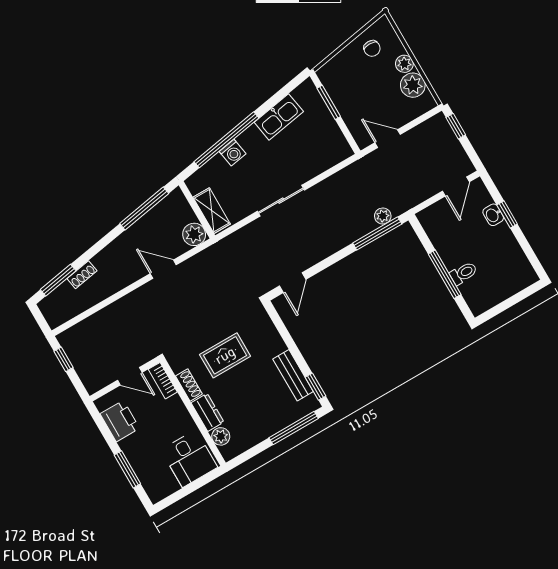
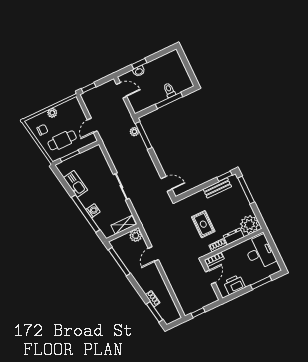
plant: (413, 85) -> (64, 109), removed
cafe table: (356, 86) -> (62, 140), added
plant: (221, 436) -> (249, 225), width x1.88, depth x1.88
desk: (189, 459) -> (260, 252), width x1.37

